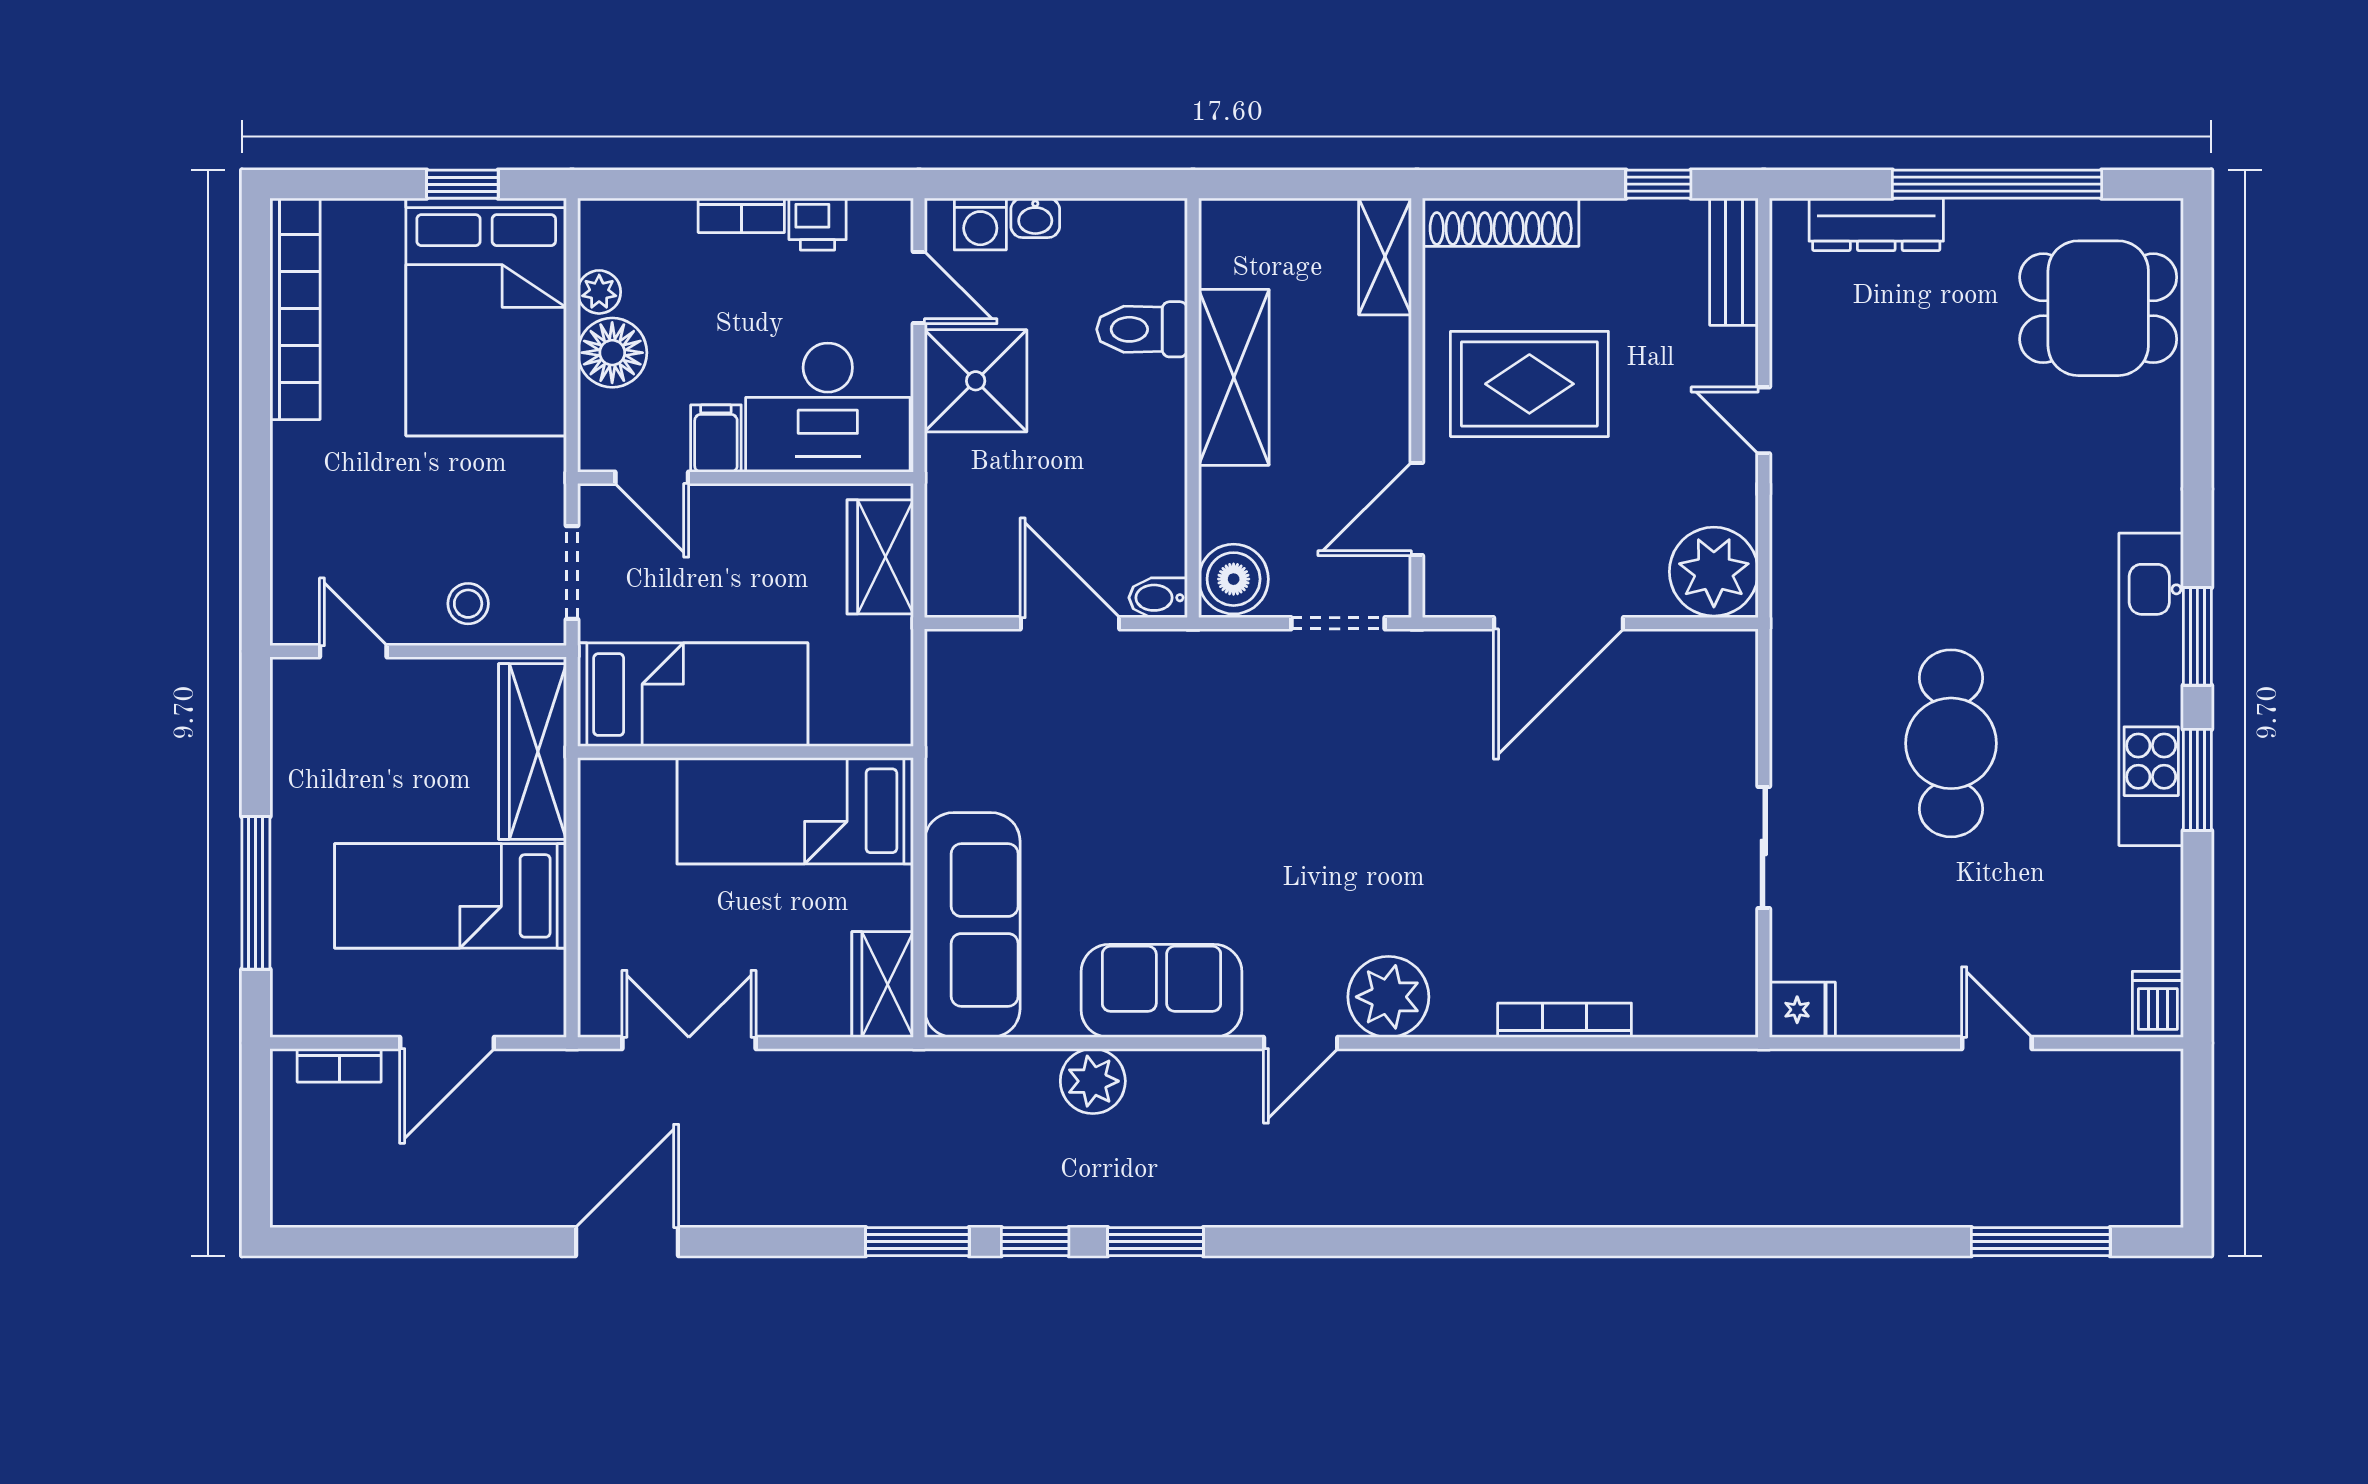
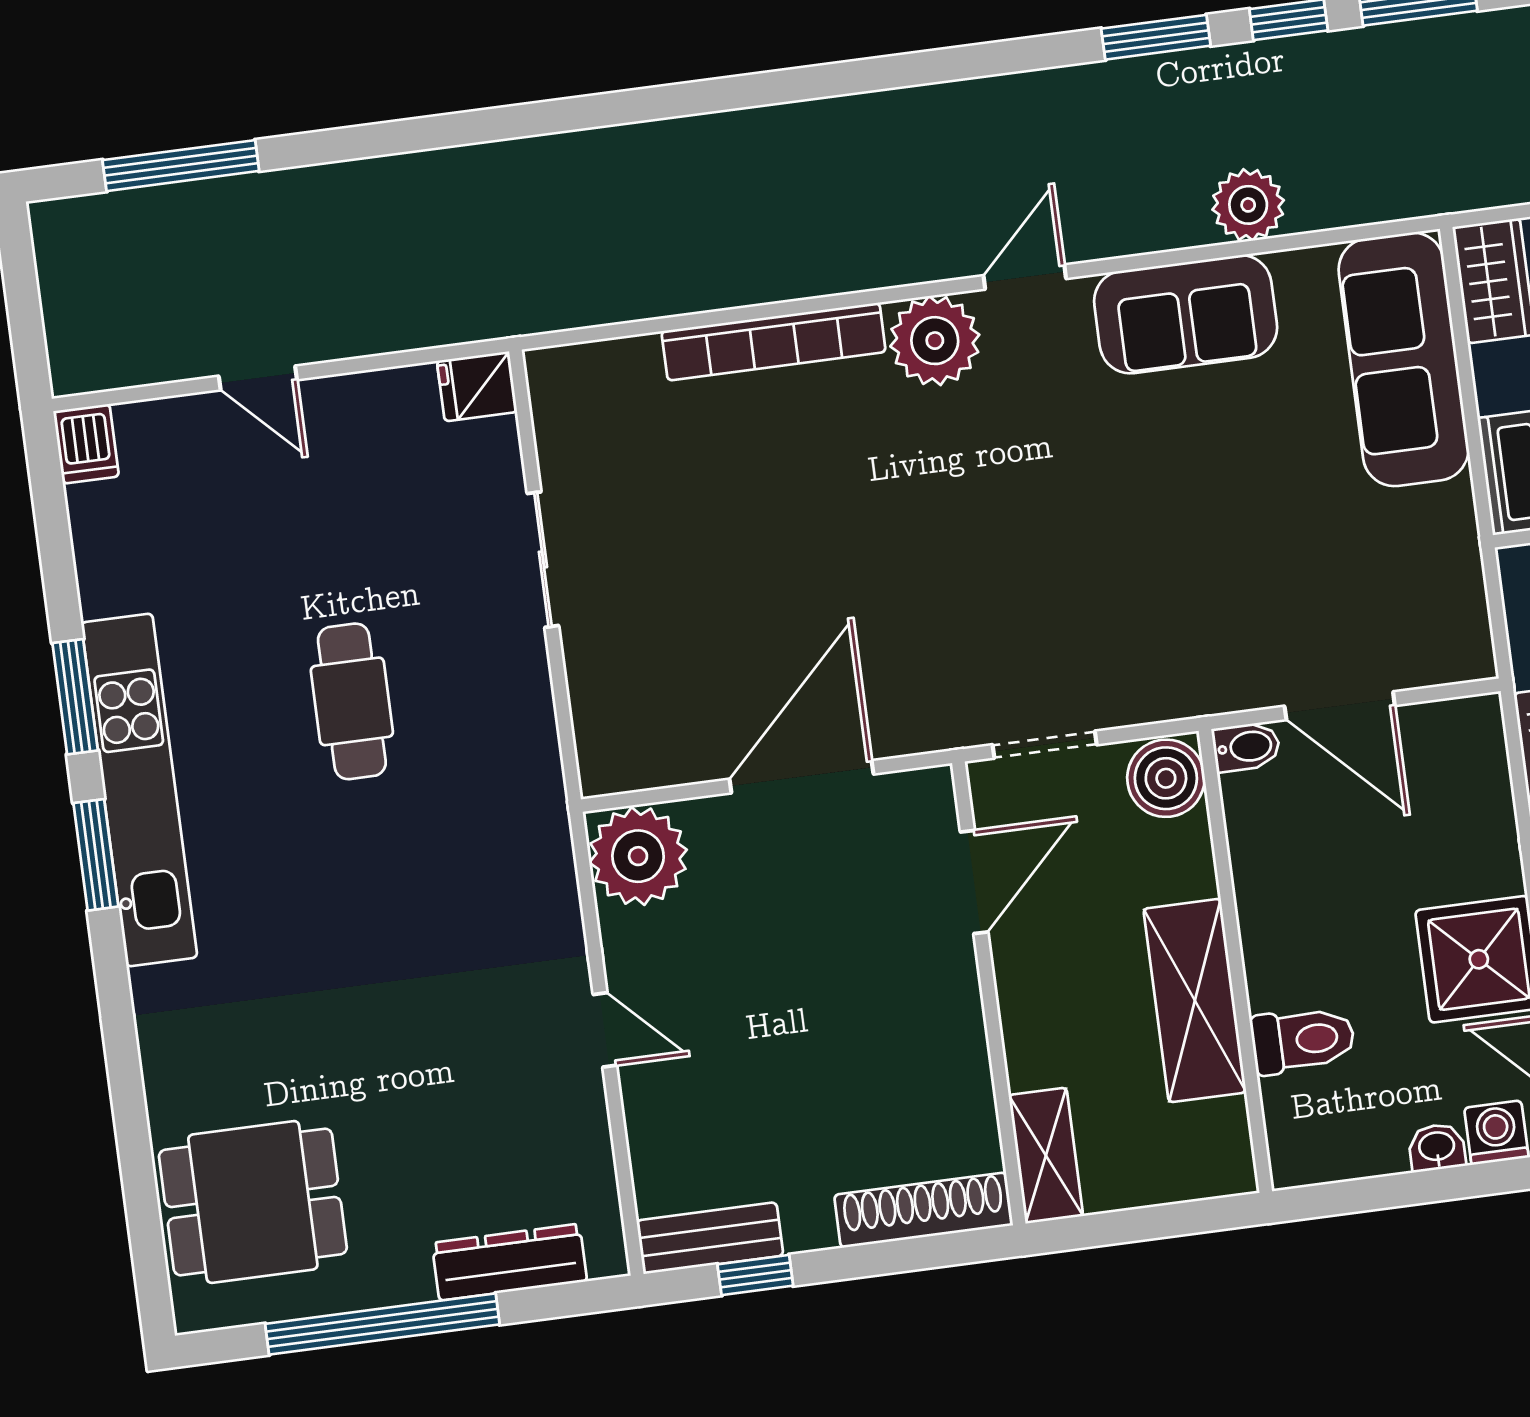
bench: (1734, 262) -> (710, 1238), moved, turned 90
rug: (1529, 384) -> (868, 1036), removed
cafe table: (1951, 743) -> (352, 701), width x0.73, depth x0.74
bookcase: (1565, 1020) -> (774, 342), width x1.48, depth x1.31

